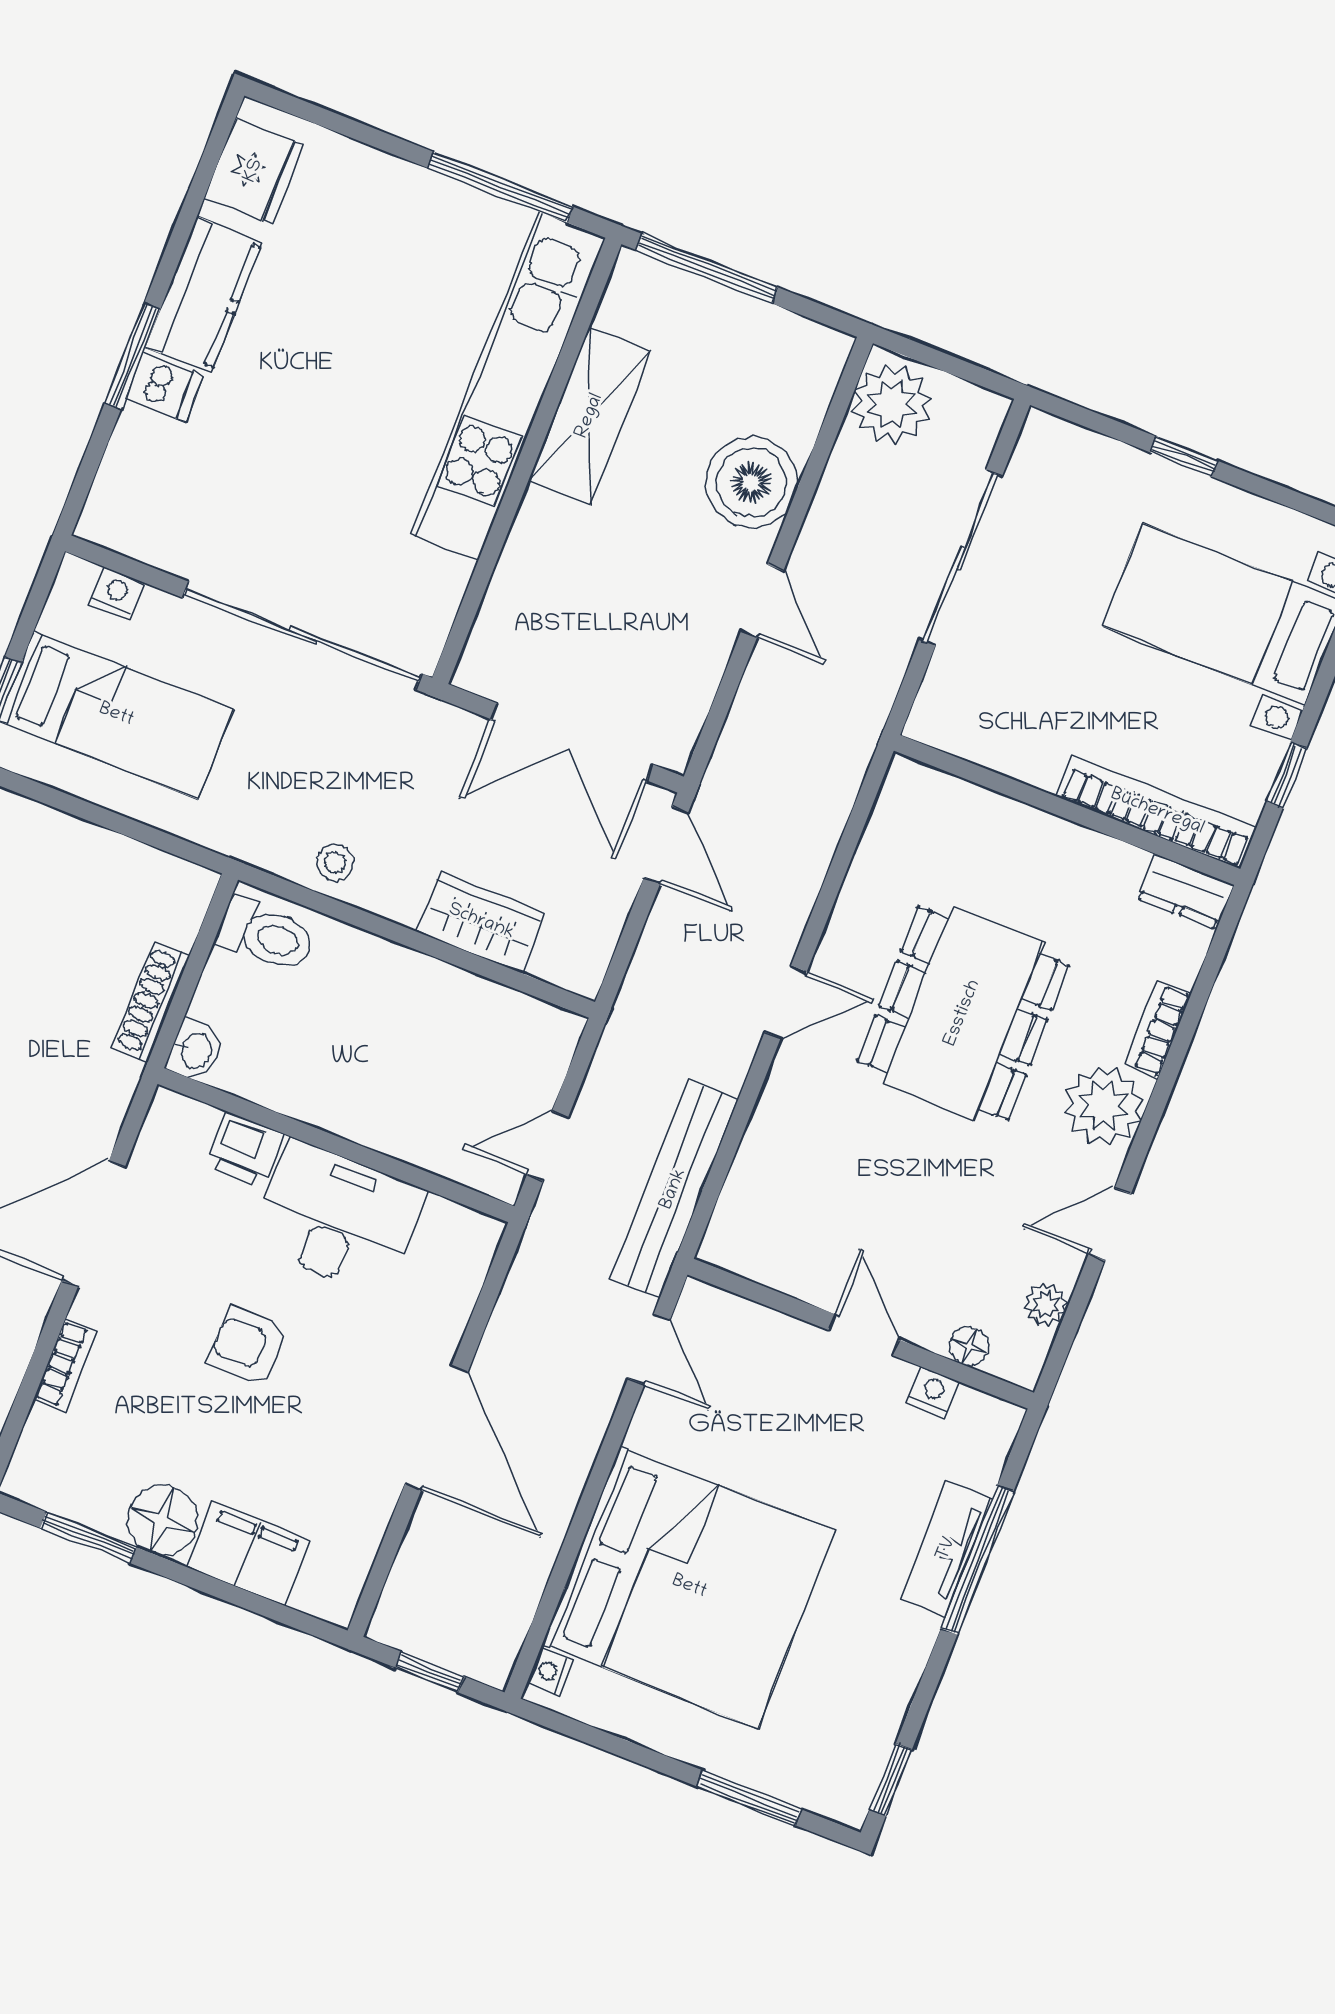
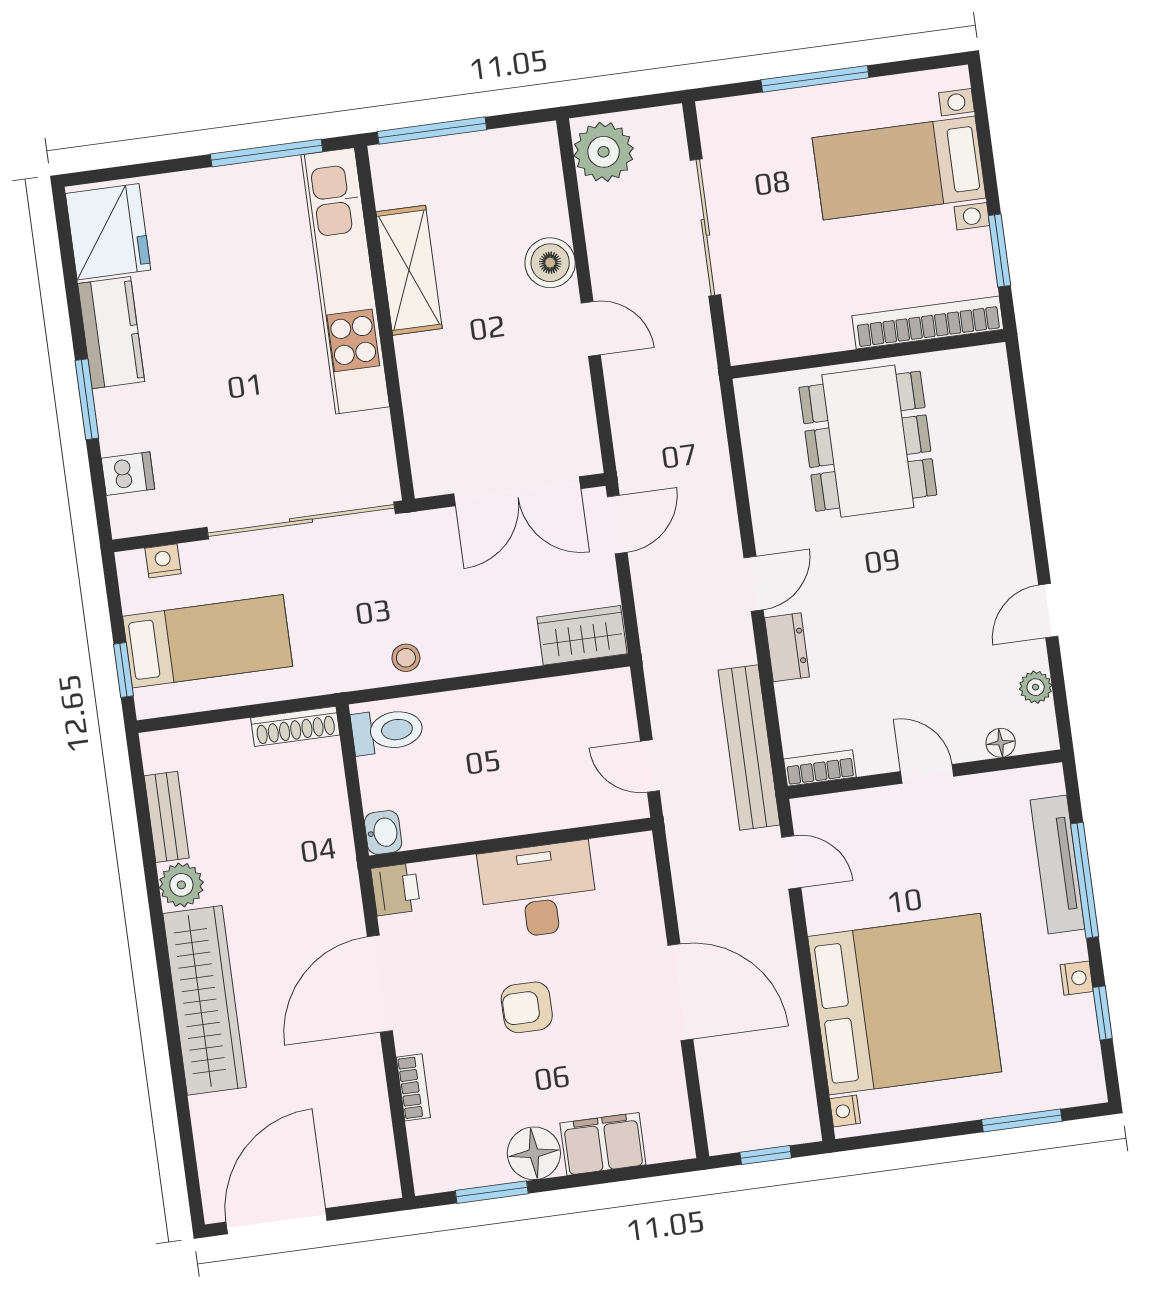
fridge: (254, 171) -> (108, 232), width x1.36, depth x1.34
dishwasher: (164, 387) -> (128, 474), moved
window: (1184, 457) -> (815, 79), width x2.17
boiler: (751, 482) -> (550, 263), width x0.73, depth x0.73
window: (1287, 775) -> (999, 251), width x1.50
door: (666, 845) -> (617, 525), hinge flipped
dresser: (1185, 892) -> (787, 647), moved, turned -90
wardrobe: (481, 922) -> (582, 635), moved
shoe rack: (151, 1002) -> (295, 726), moved, turned -90
dining table: (963, 1013) -> (868, 441), moved
bookcase: (1158, 1029) -> (820, 768), moved, turned 90
plant: (1104, 1106) -> (1001, 535), removed
door: (547, 1146) -> (650, 766), hinge flipped
printer: (245, 1149) -> (396, 889), moved, turned -90
nightstand: (933, 1392) -> (1077, 978), moved, turned 90
tv unit: (947, 1549) -> (1058, 864), width x1.41
window: (891, 1780) -> (1103, 1013), moved

